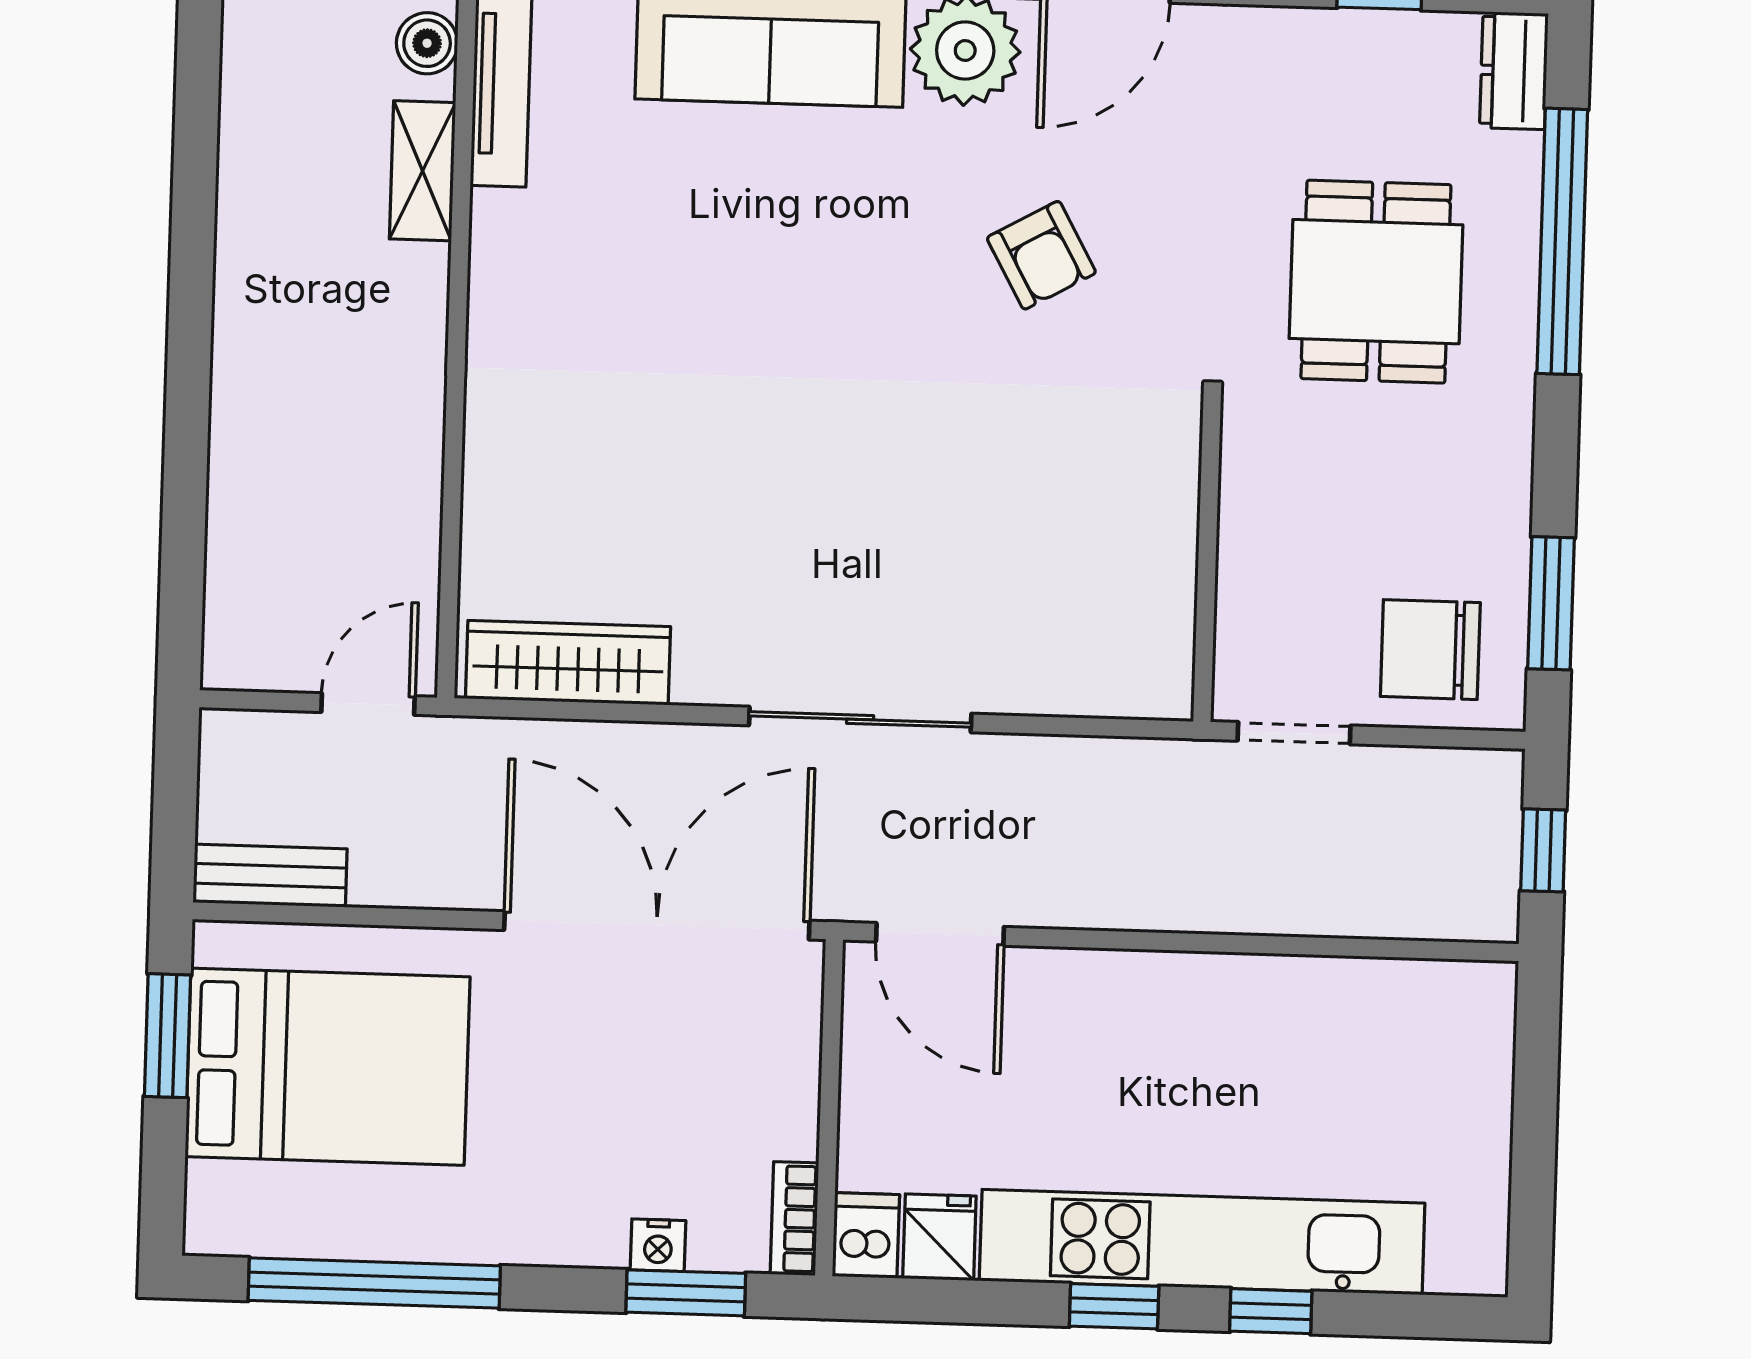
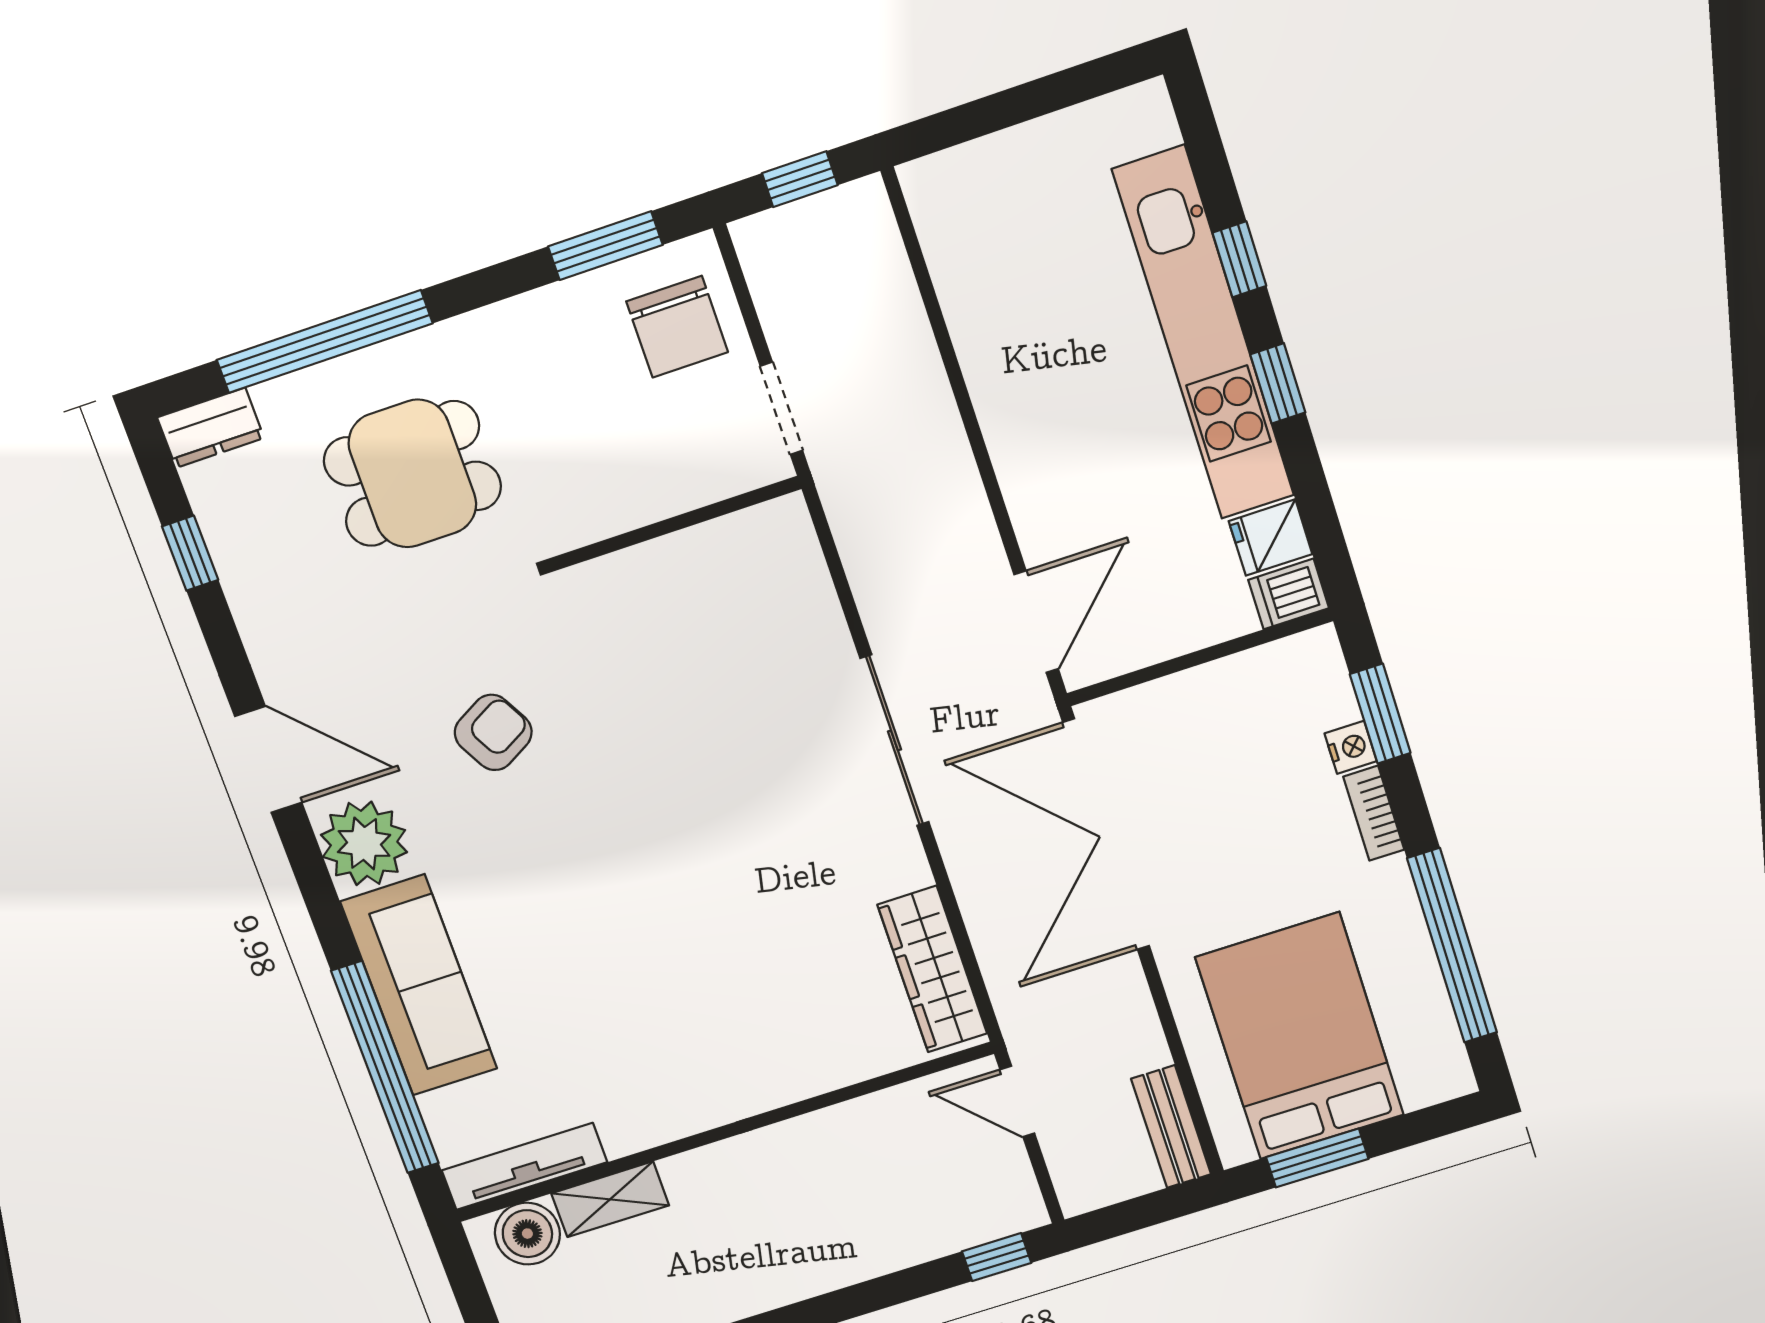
boiler: (427, 43) -> (527, 1234), width x1.36, depth x1.36
window: (181, 609) -> (997, 1257), added
bookcase: (794, 1219) -> (1374, 813), moved, turned 90

